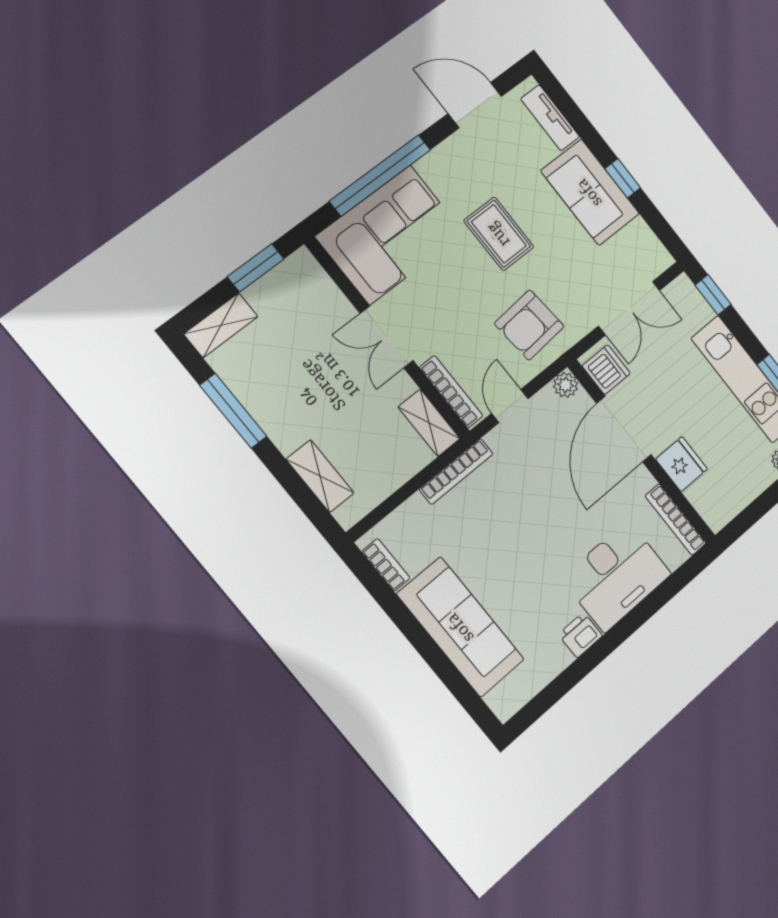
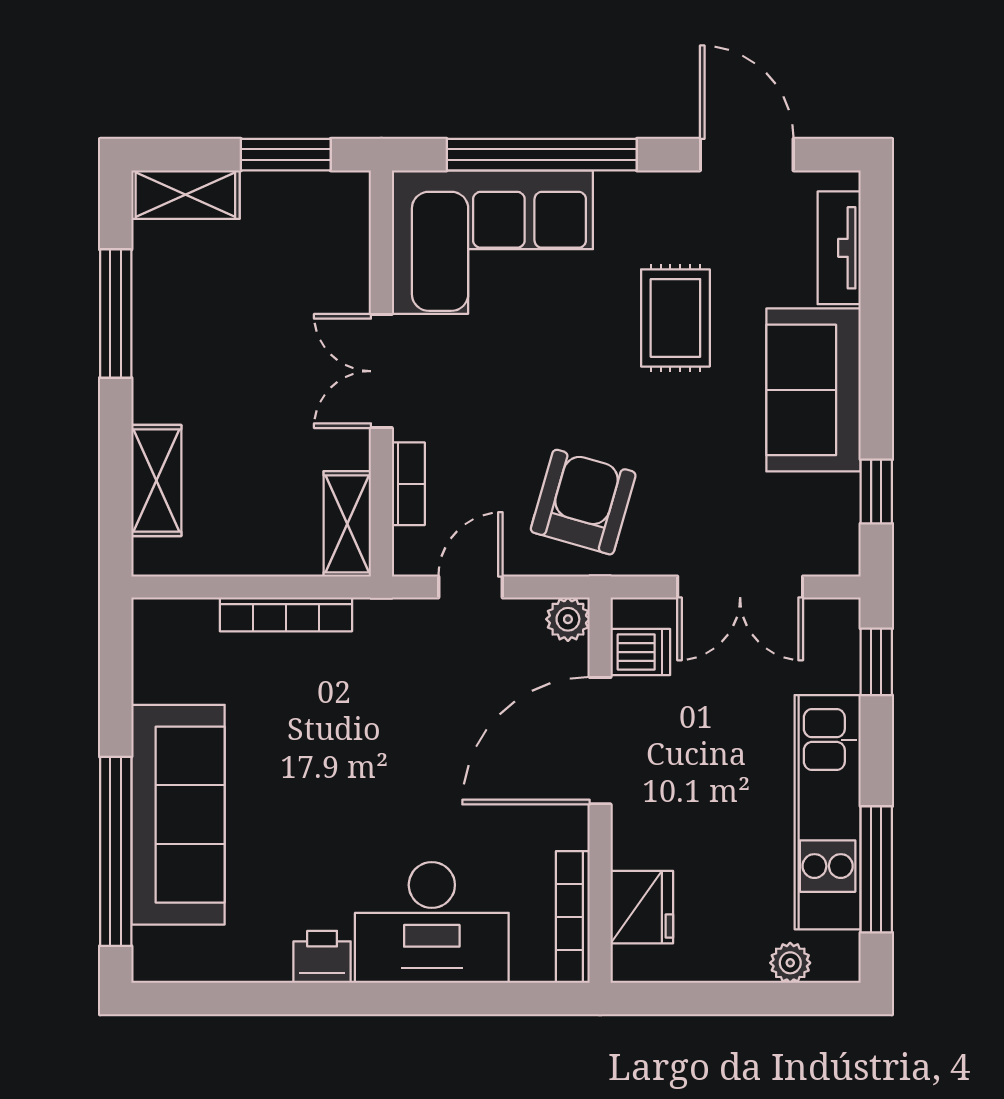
window: (623, 178) -> (876, 491), moved
rug: (499, 234) -> (675, 318), moved
armchair: (529, 325) -> (583, 502), turned 111
dishwasher: (606, 370) -> (640, 652), width x0.73
bookcase: (451, 392) -> (408, 484), width x0.64
fridge: (682, 464) -> (642, 907), moved
bookcase: (456, 471) -> (286, 614), moved
bookcase: (386, 565) -> (148, 658), removed
window: (445, 670) -> (116, 851), added

